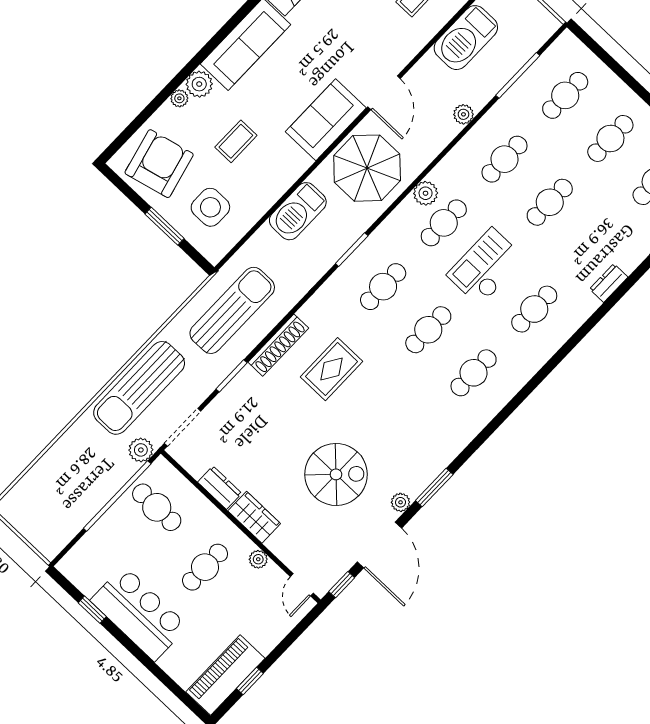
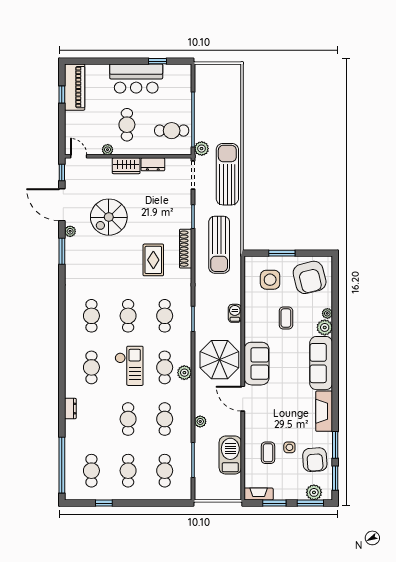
barbecue: (298, 211) -> (235, 313), width x0.53, depth x0.65

